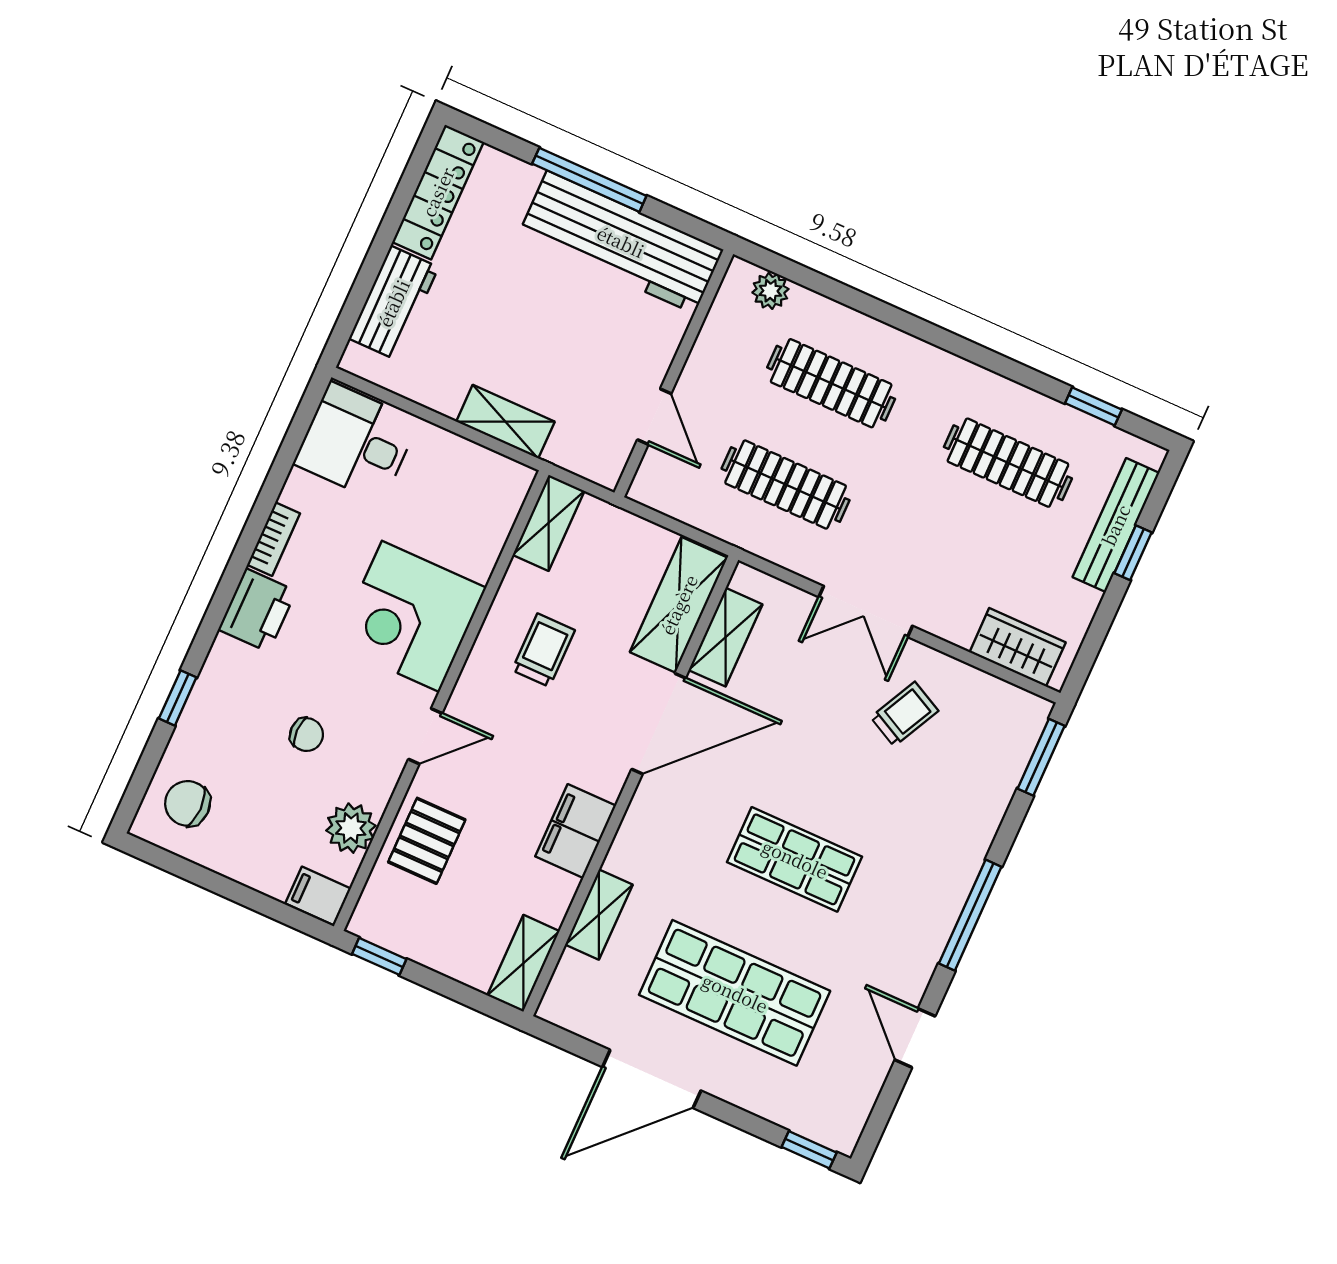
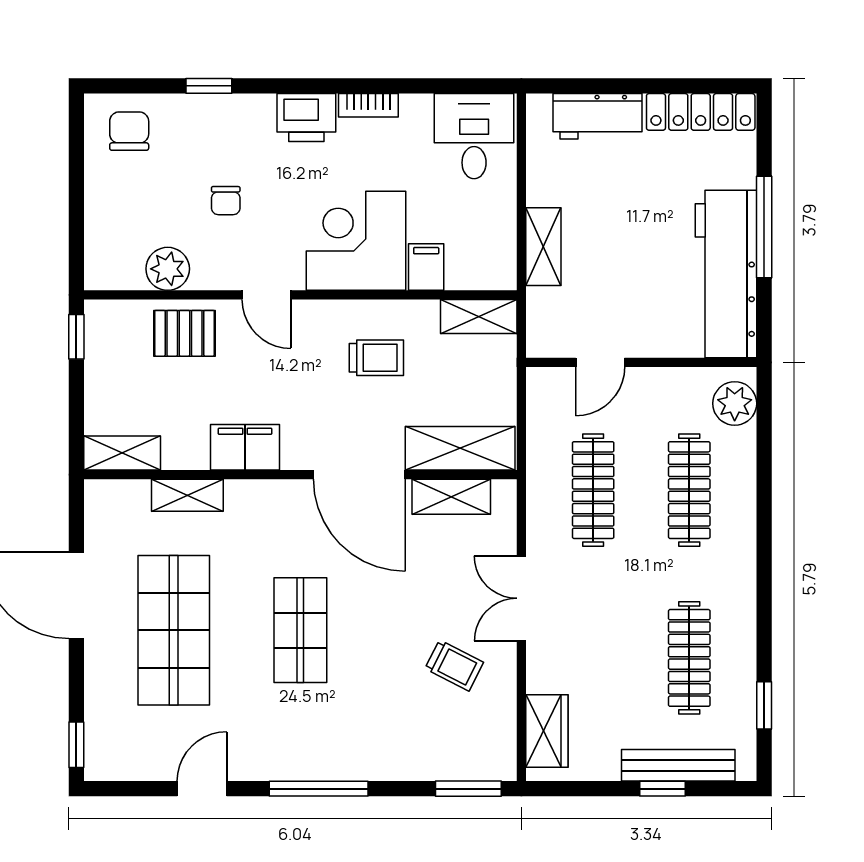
plant: (770, 291) -> (735, 403), width x1.38, depth x1.38
filing cabinet: (318, 896) -> (426, 267), moved

